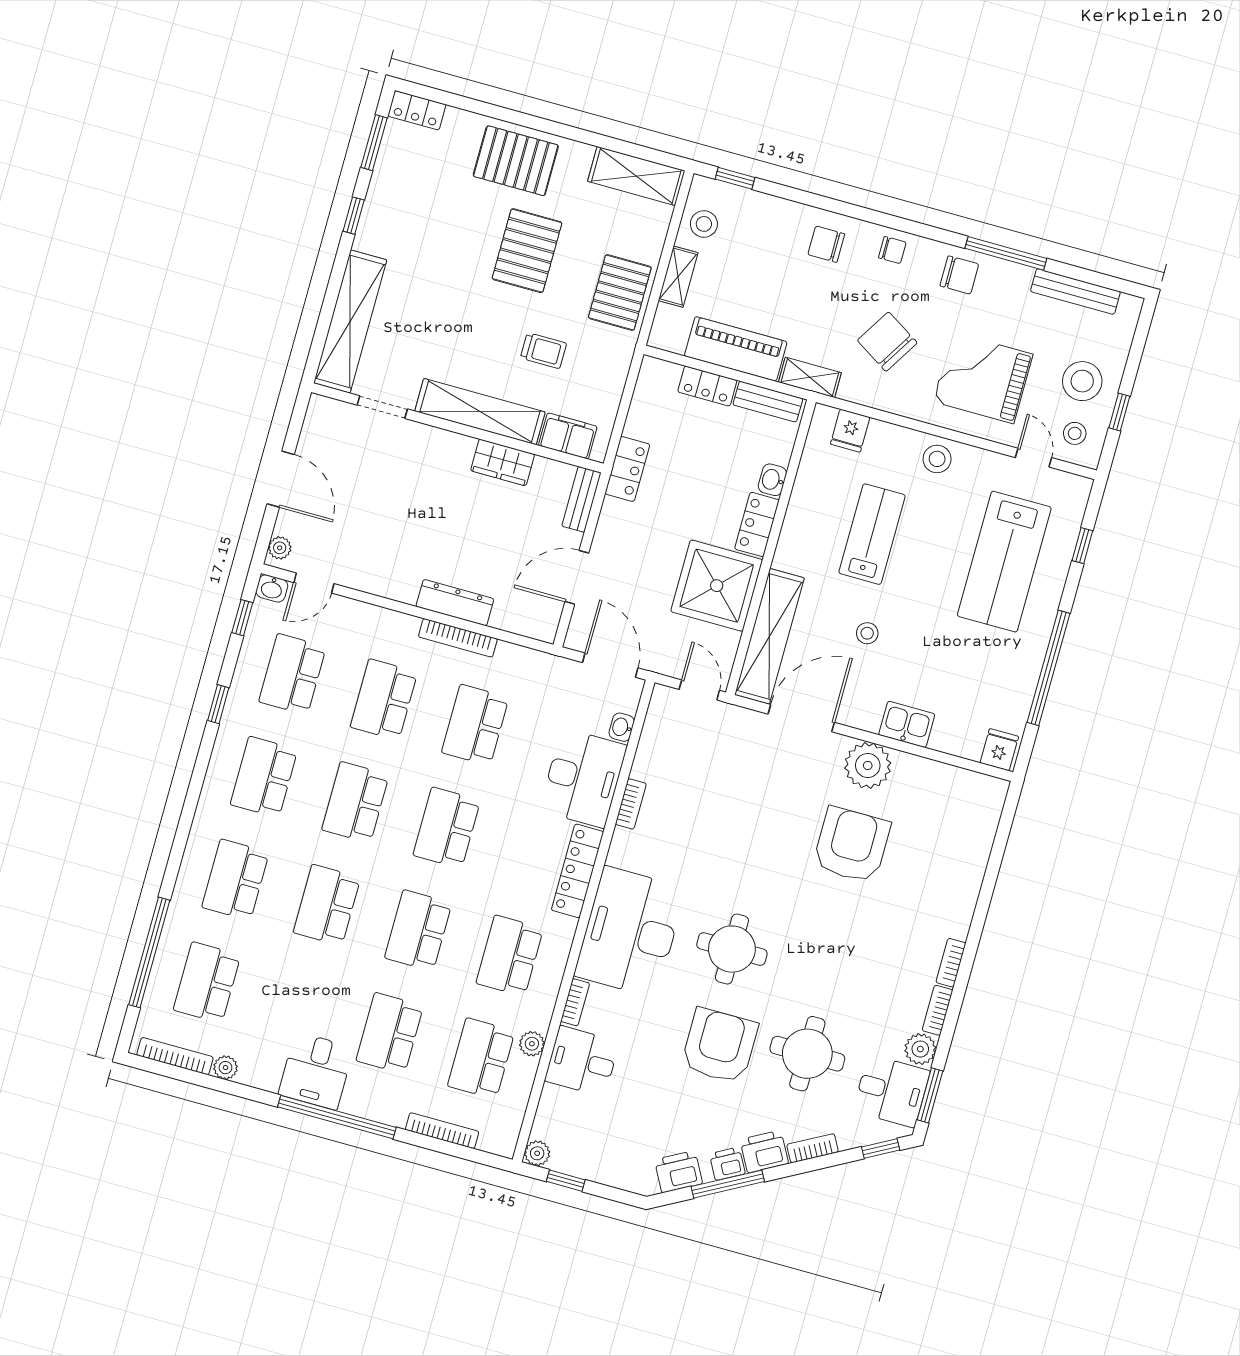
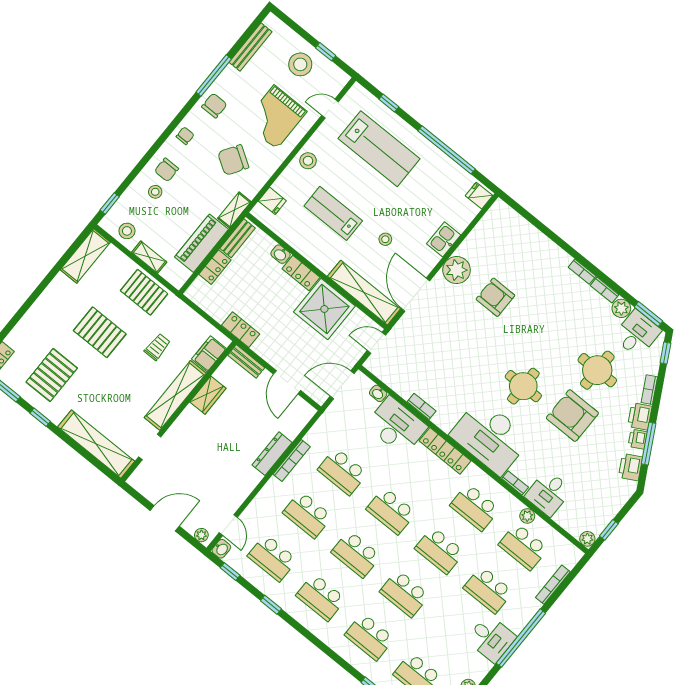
pallet: (516, 161) -> (52, 375), moved
stool: (1075, 433) -> (155, 192), moved
armchair: (852, 845) -> (495, 297), width x0.73, depth x0.73

